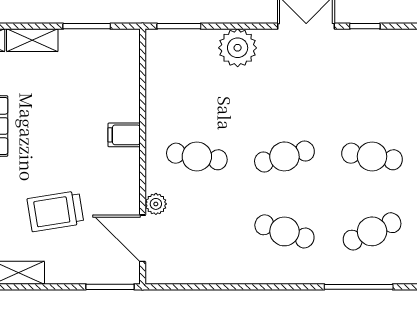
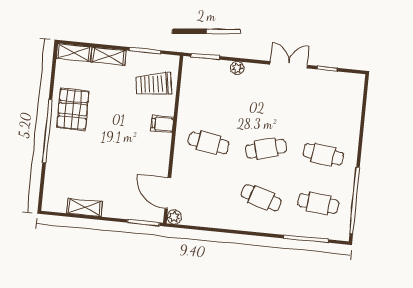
plant: (238, 48) -> (237, 68), width x0.53, depth x0.53
plant: (156, 204) -> (174, 217), moved
trolley: (55, 211) -> (154, 84), moved
cafe table: (372, 231) -> (318, 203), turned 30

